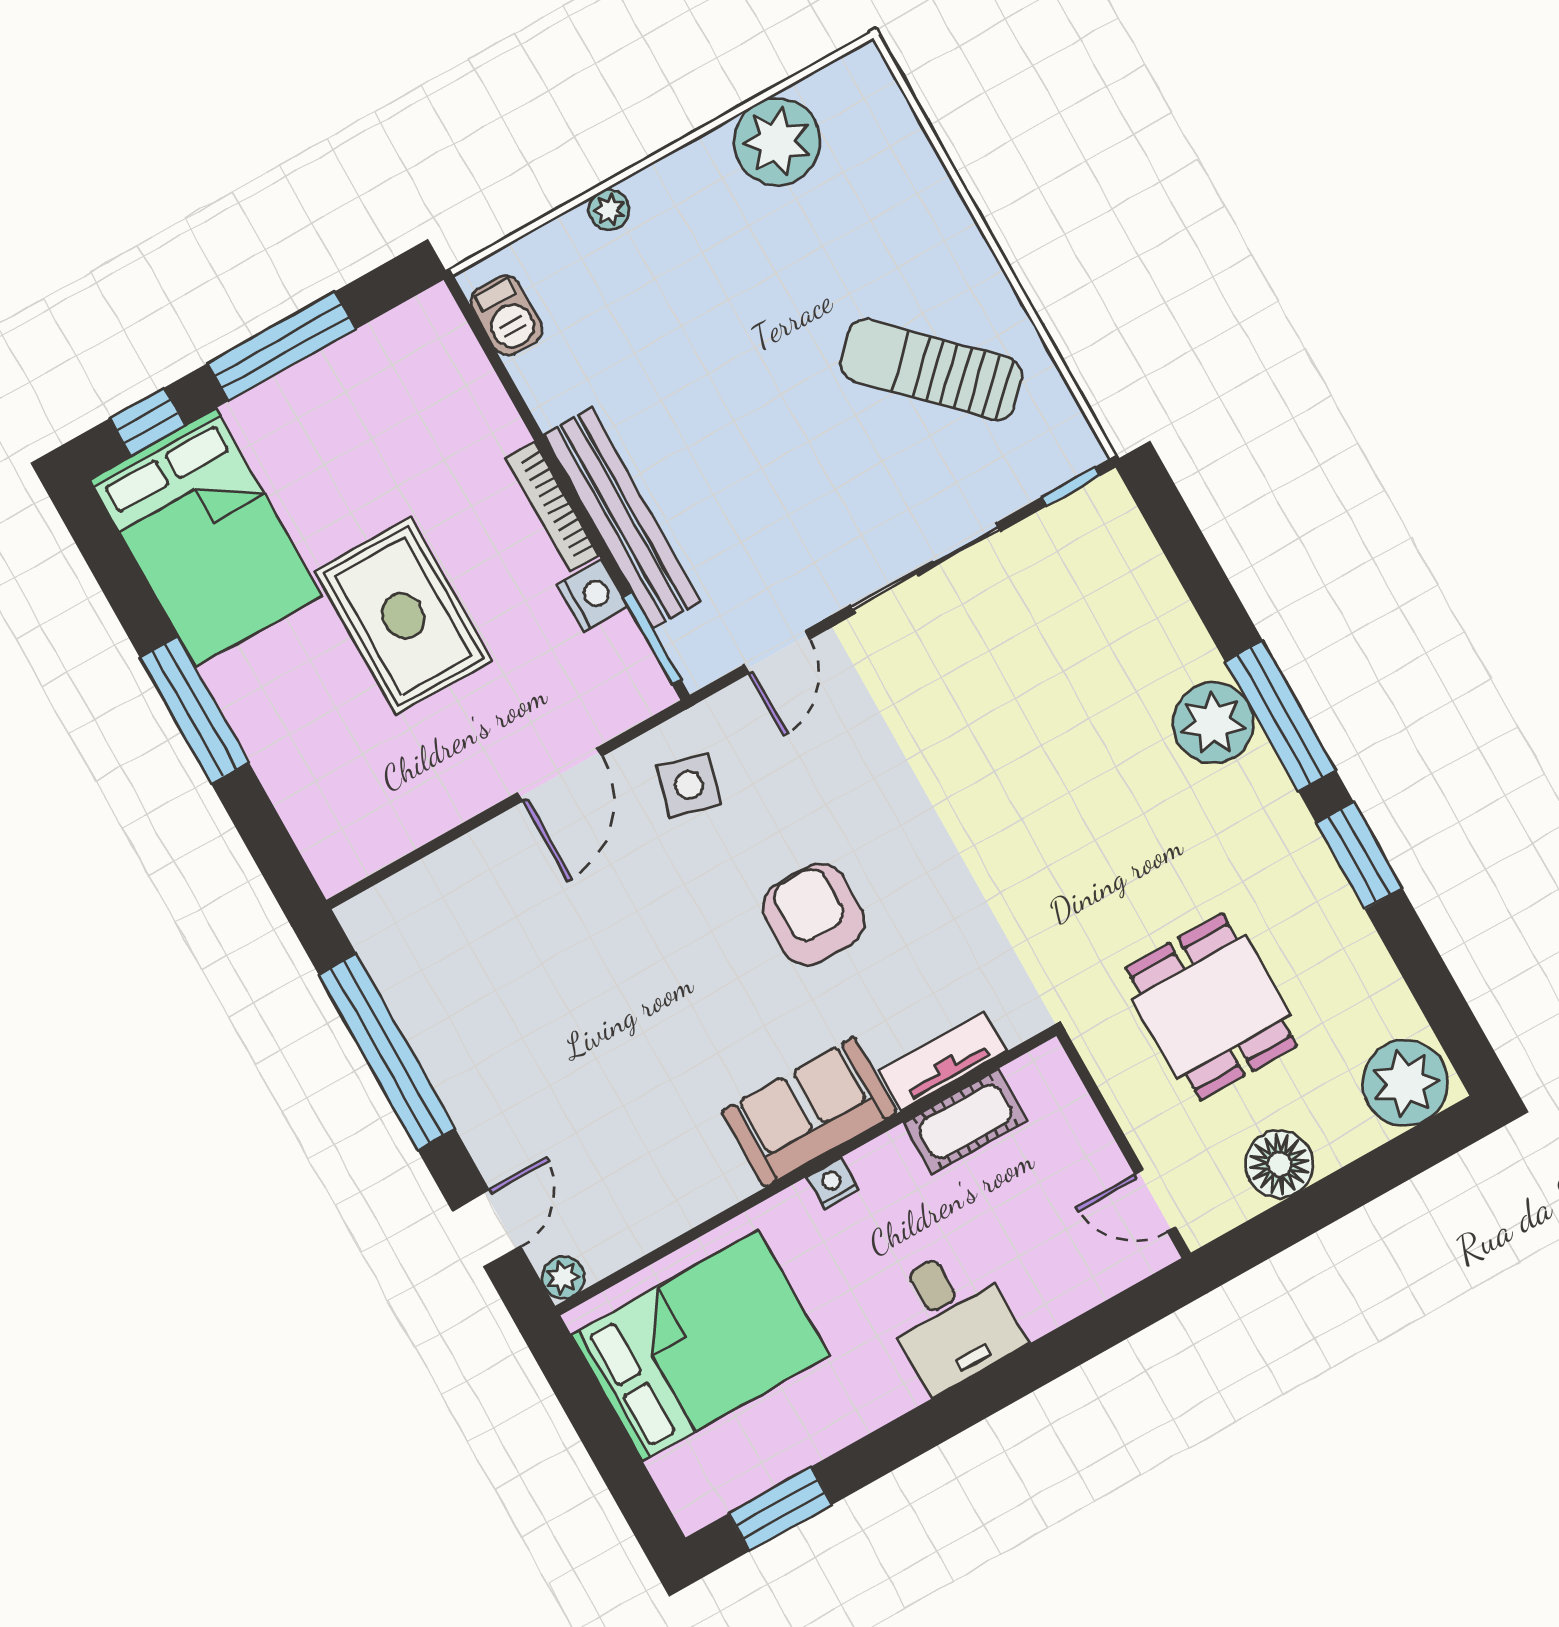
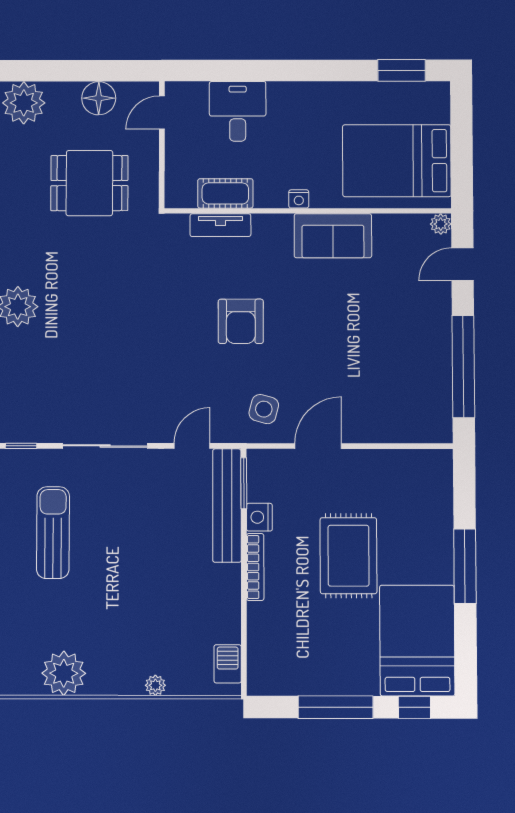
sun lounger: (931, 370) -> (53, 533), turned -135
bench: (622, 518) -> (227, 505), moved
dining table: (1211, 1007) -> (89, 183), turned 90
sofa: (809, 1112) -> (333, 236), moved
door: (1155, 1201) -> (162, 113), swing flipped
desk: (951, 1318) -> (238, 111), moved

